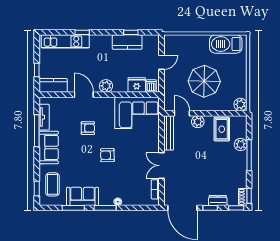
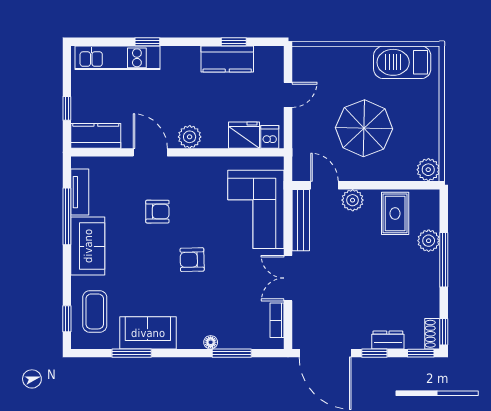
corner sofa: (137, 113) -> (256, 209), moved, turned 90
window: (105, 208) -> (232, 353), moved

